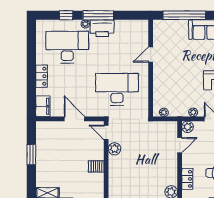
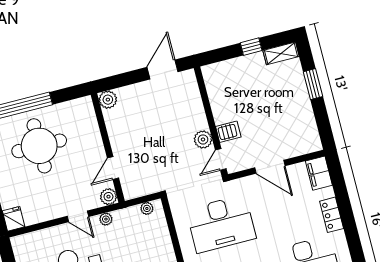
door: (106, 132) -> (221, 159), swing flipped
window: (31, 155) -> (313, 84), moved
server rack: (96, 166) -> (228, 132), moved
locker: (187, 179) -> (90, 124), removed

